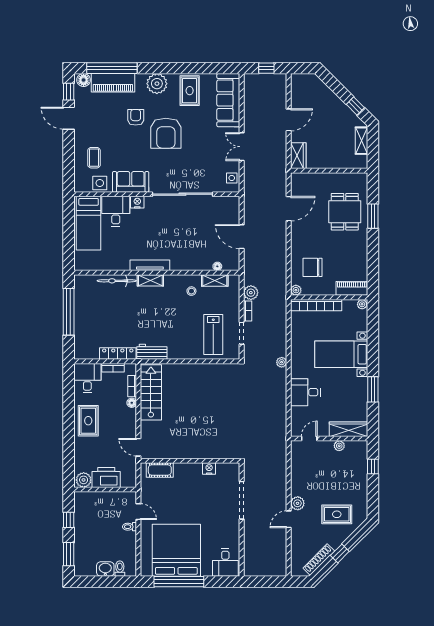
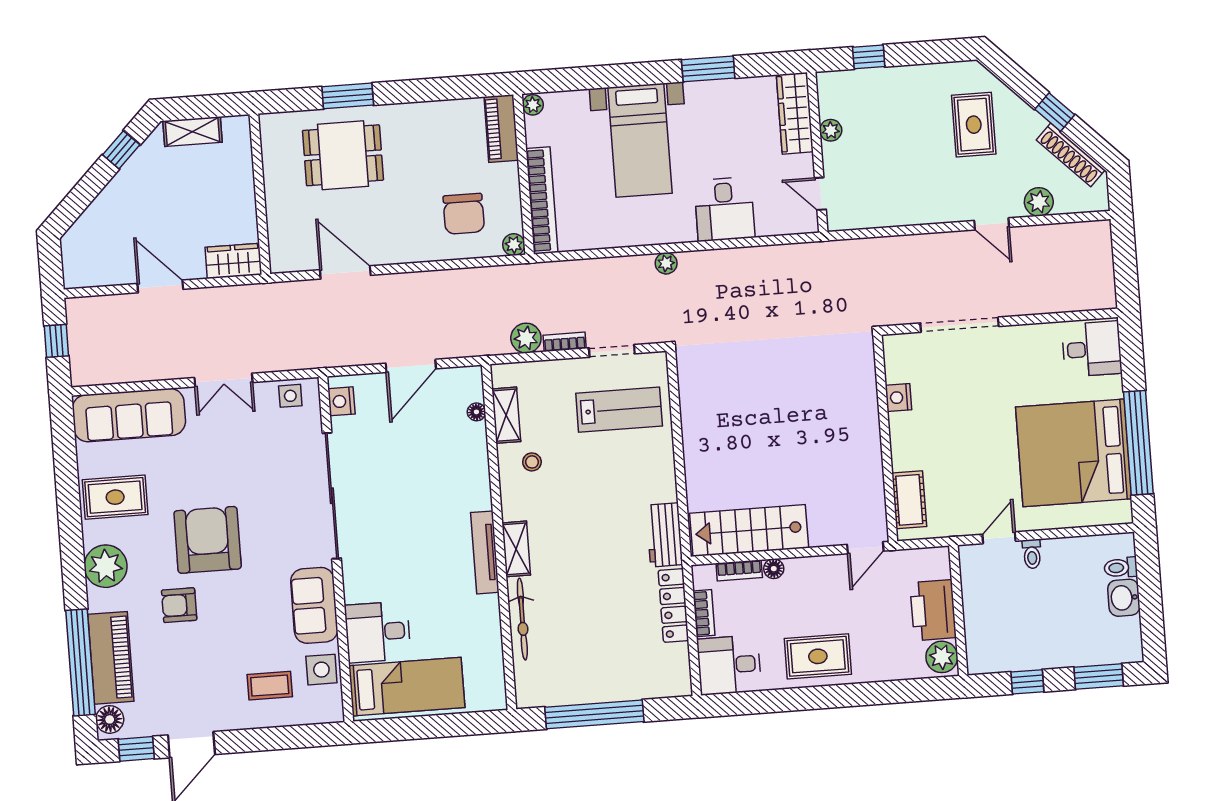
armchair: (166, 133) -> (208, 540), turned -90
nightstand: (137, 202) -> (341, 401), moved
plant: (298, 503) -> (1039, 202), moved

